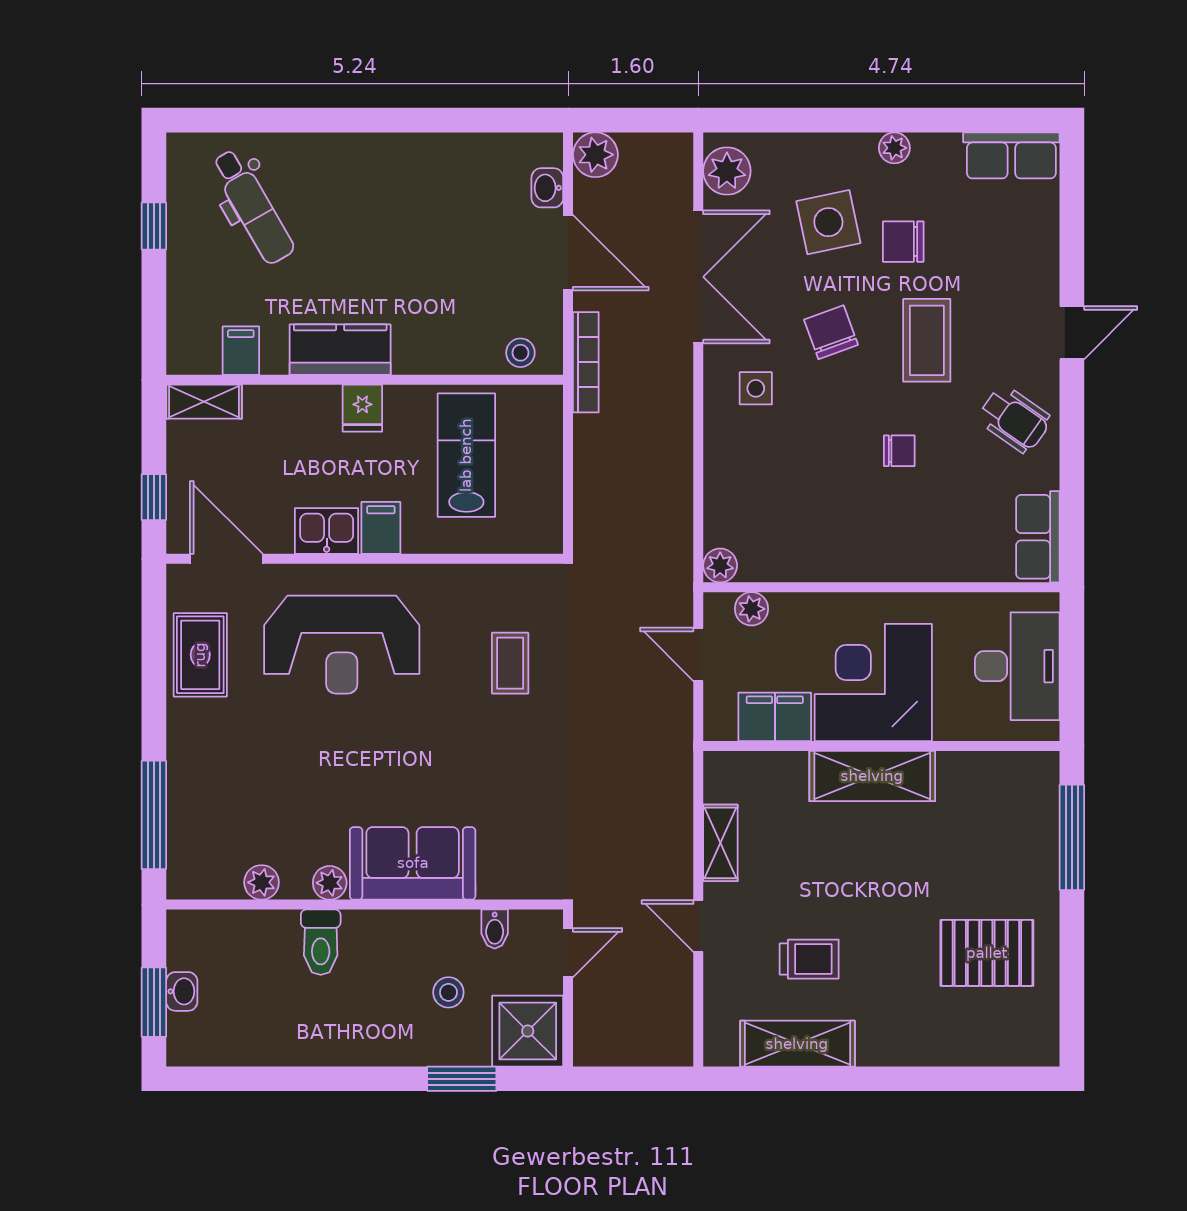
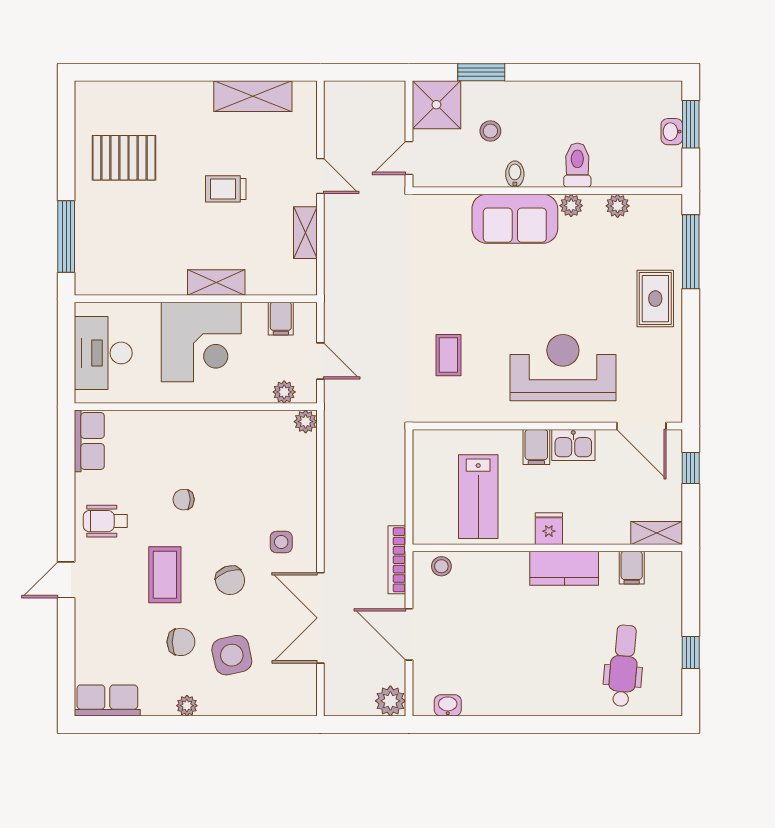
plant: (727, 171) -> (301, 690), removed
washbasin: (547, 188) -> (448, 705), moved, turned -90
dental chair: (253, 207) -> (624, 666), turned 35
wheelchair: (1014, 419) -> (105, 521), turned -35
rug: (200, 655) -> (655, 299), moved
filing cabinet: (775, 717) -> (281, 319), width x0.50
shelving: (872, 776) -> (216, 283), width x0.67, depth x0.75
bidet: (495, 929) -> (515, 174), moved
trolley: (809, 959) -> (226, 189), moved

